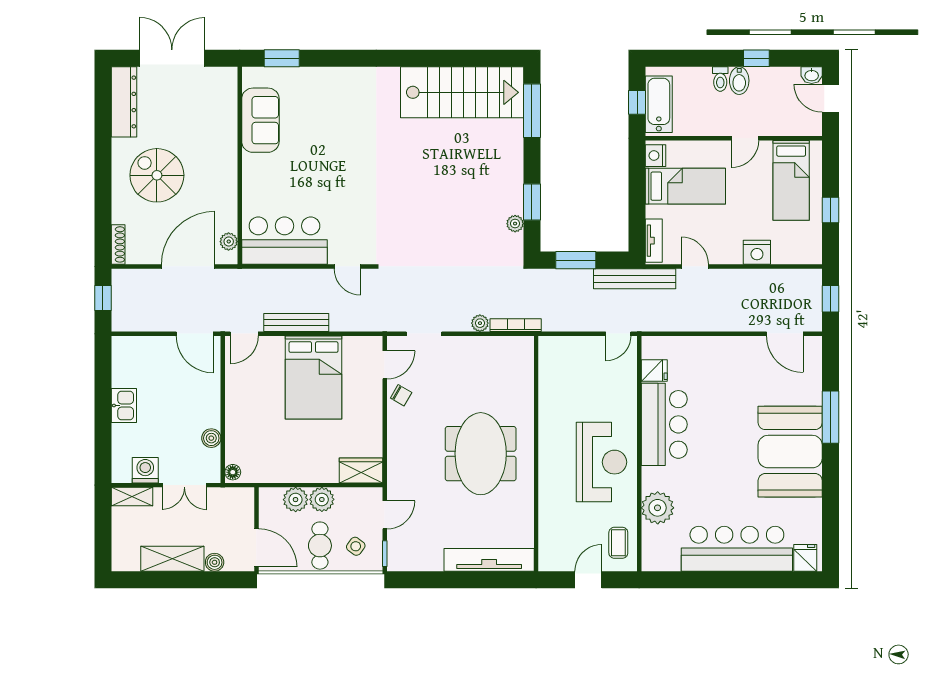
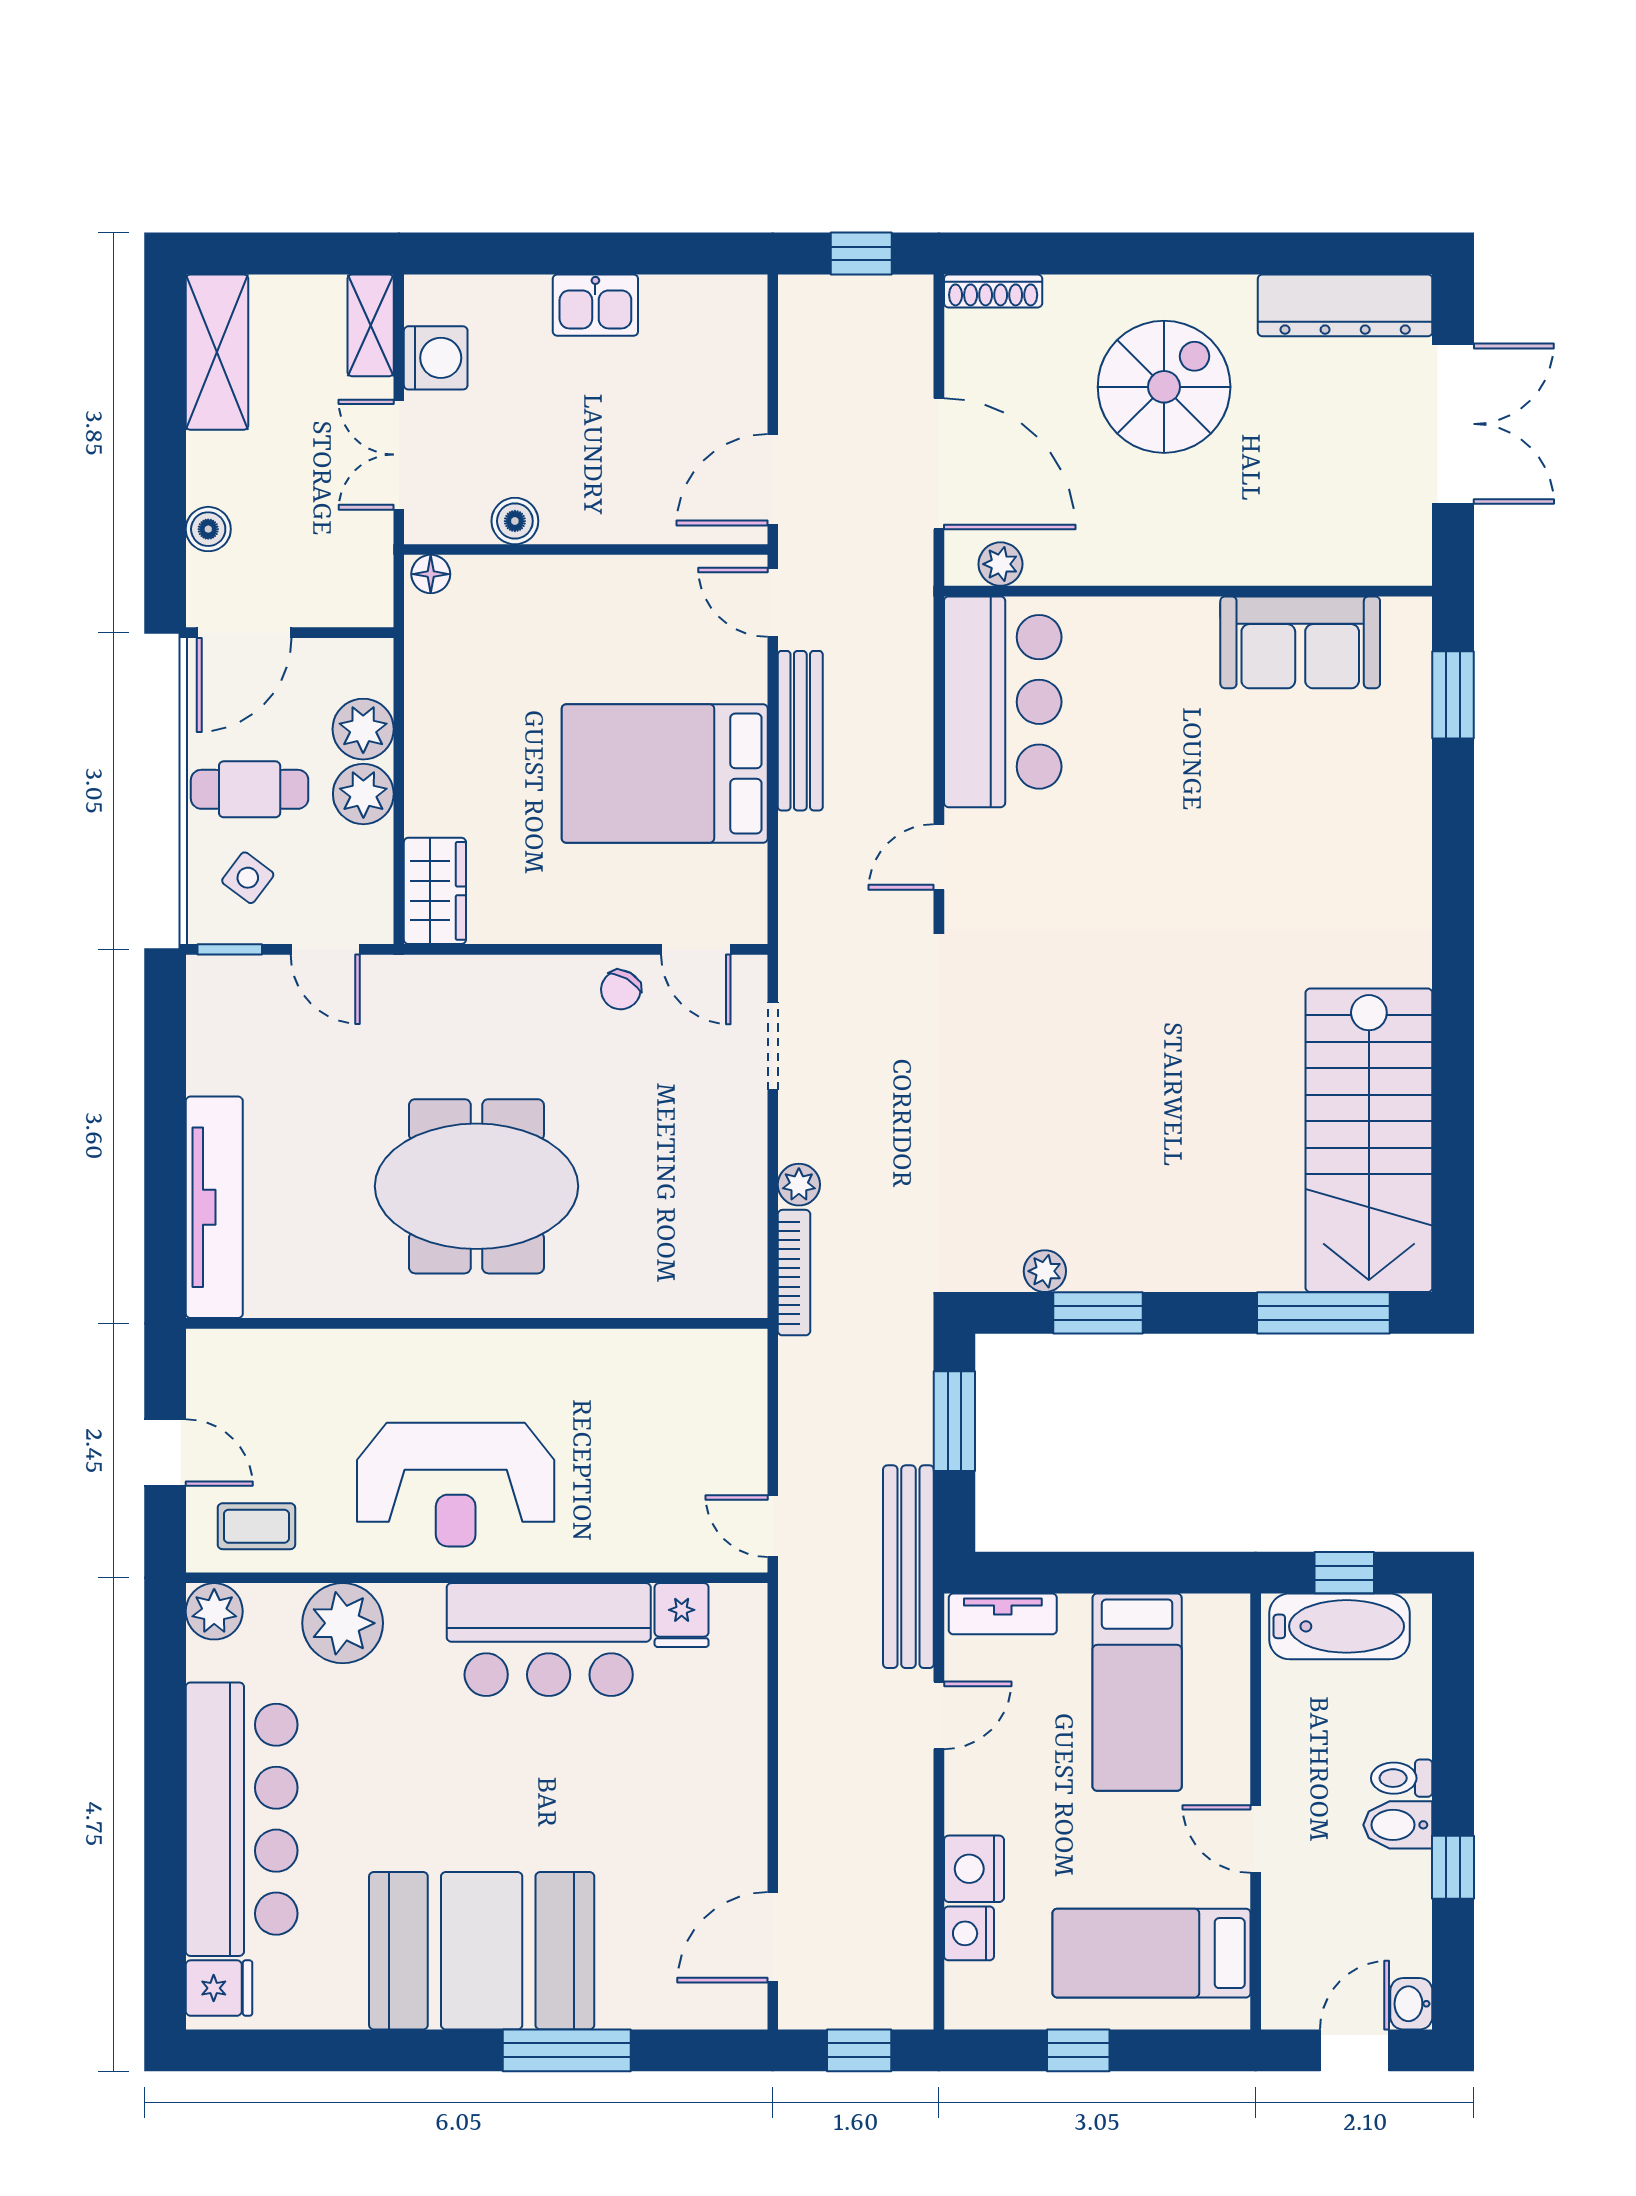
nightstand: (656, 156) -> (969, 1933), moved, turned -90
shelving: (172, 559) -> (217, 352), moved
plant: (653, 560) -> (214, 1611), added

